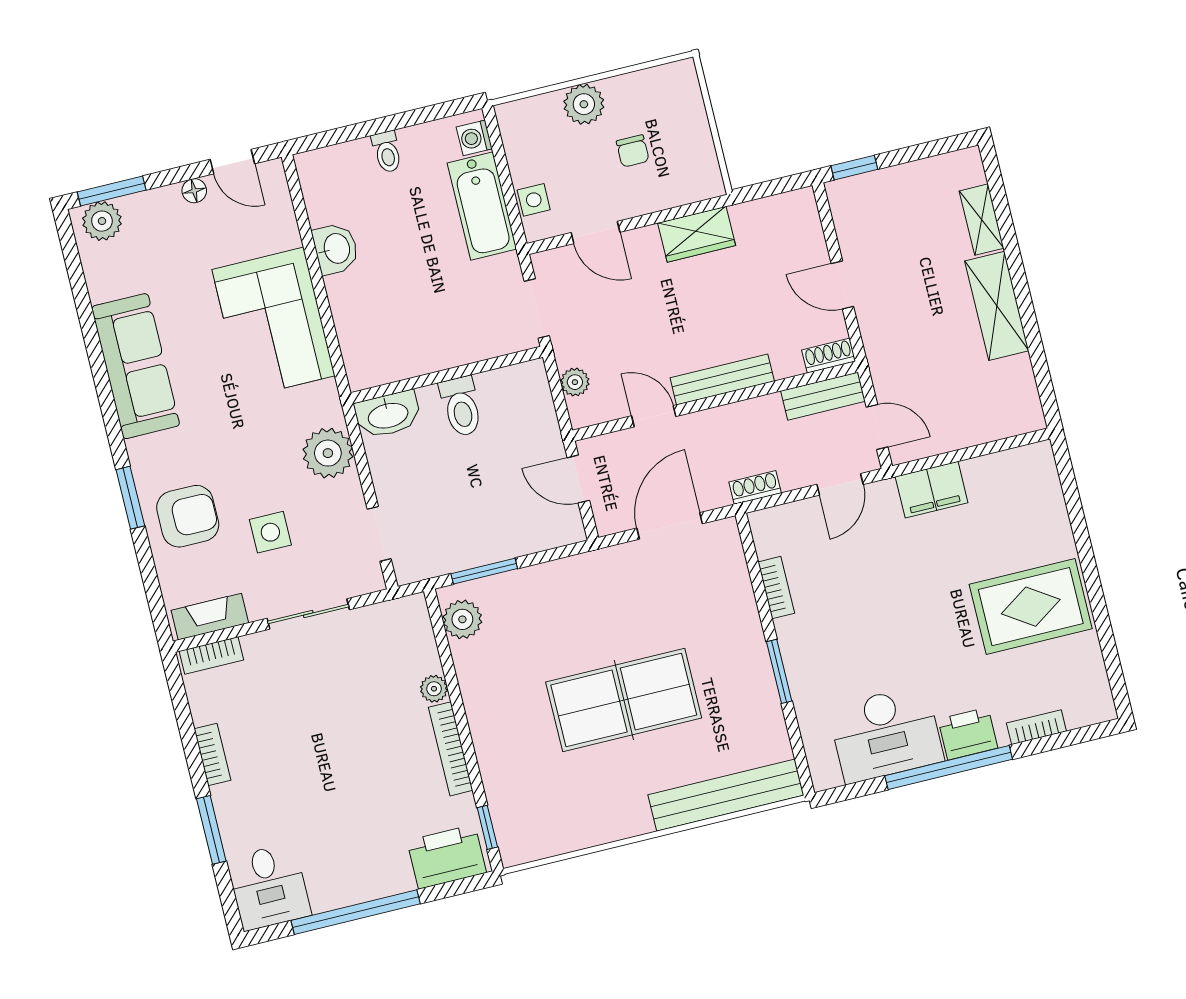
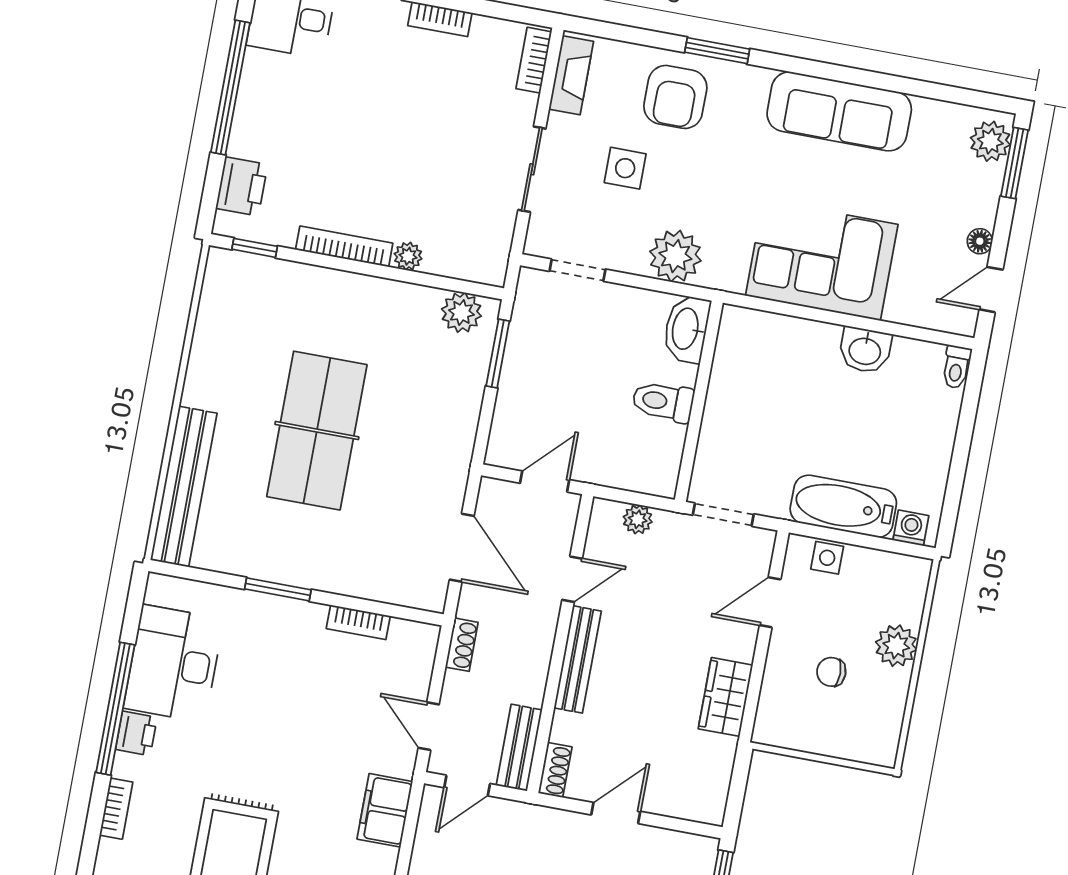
toilet: (387, 152) -> (956, 367), moved, turned -90
printer: (968, 734) -> (136, 733), width x0.73, depth x0.81
printer: (447, 857) -> (242, 186), width x0.73, depth x0.84

